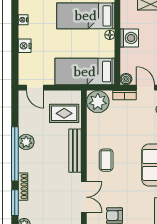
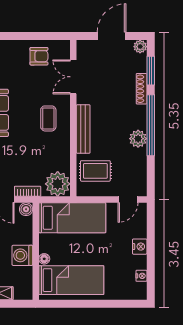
door: (35, 88) -> (128, 200), swing flipped

